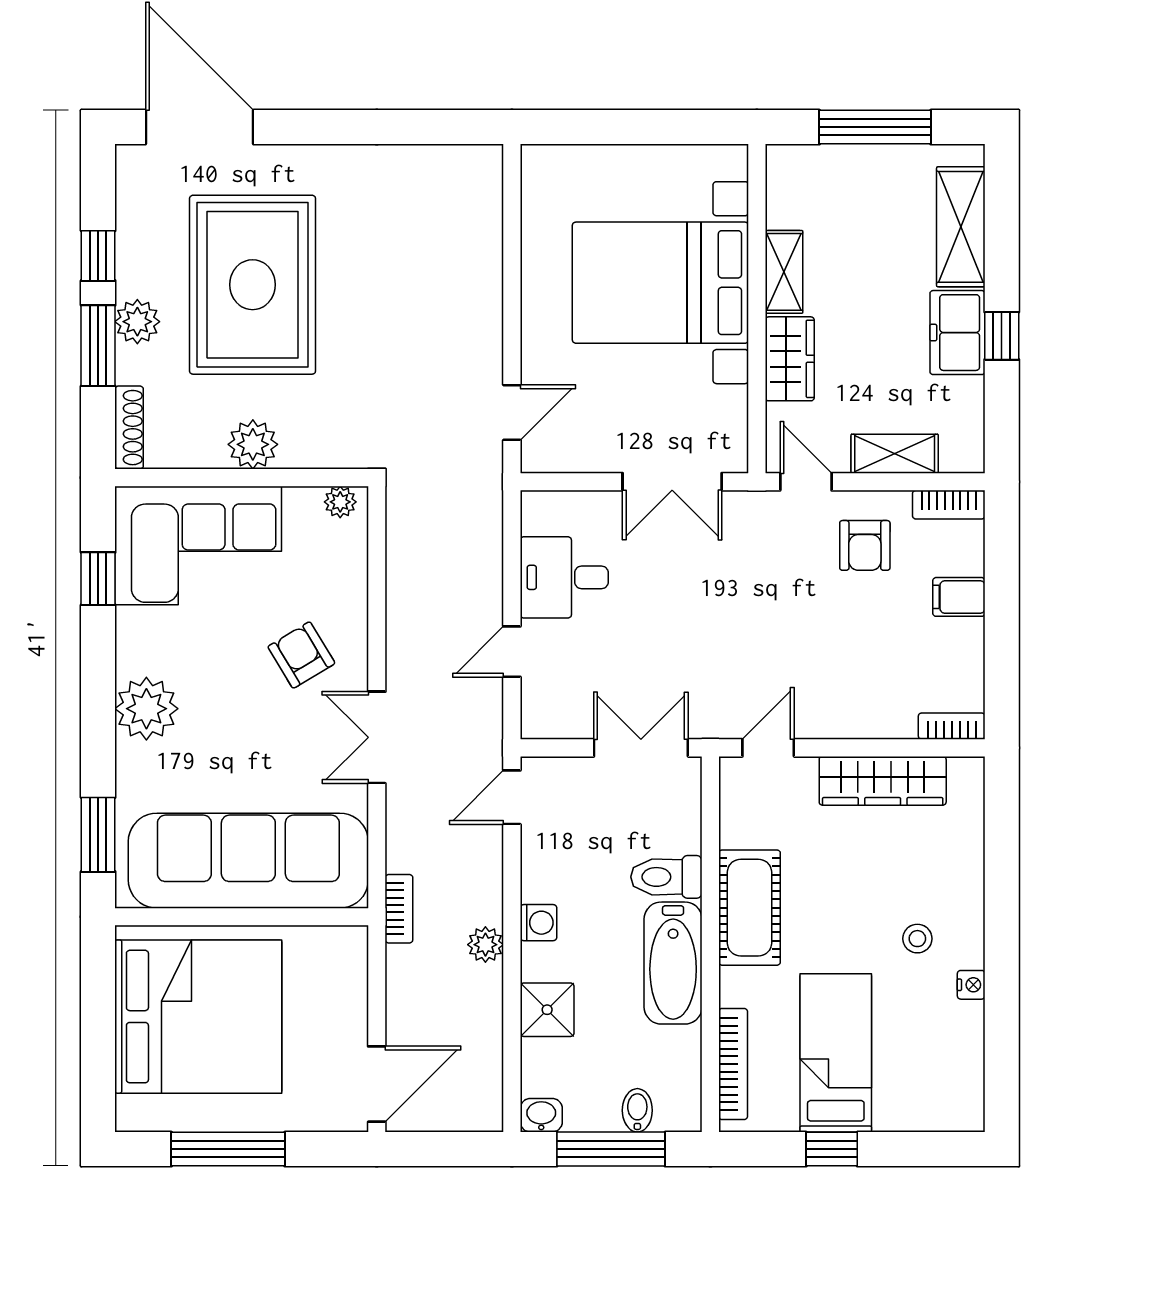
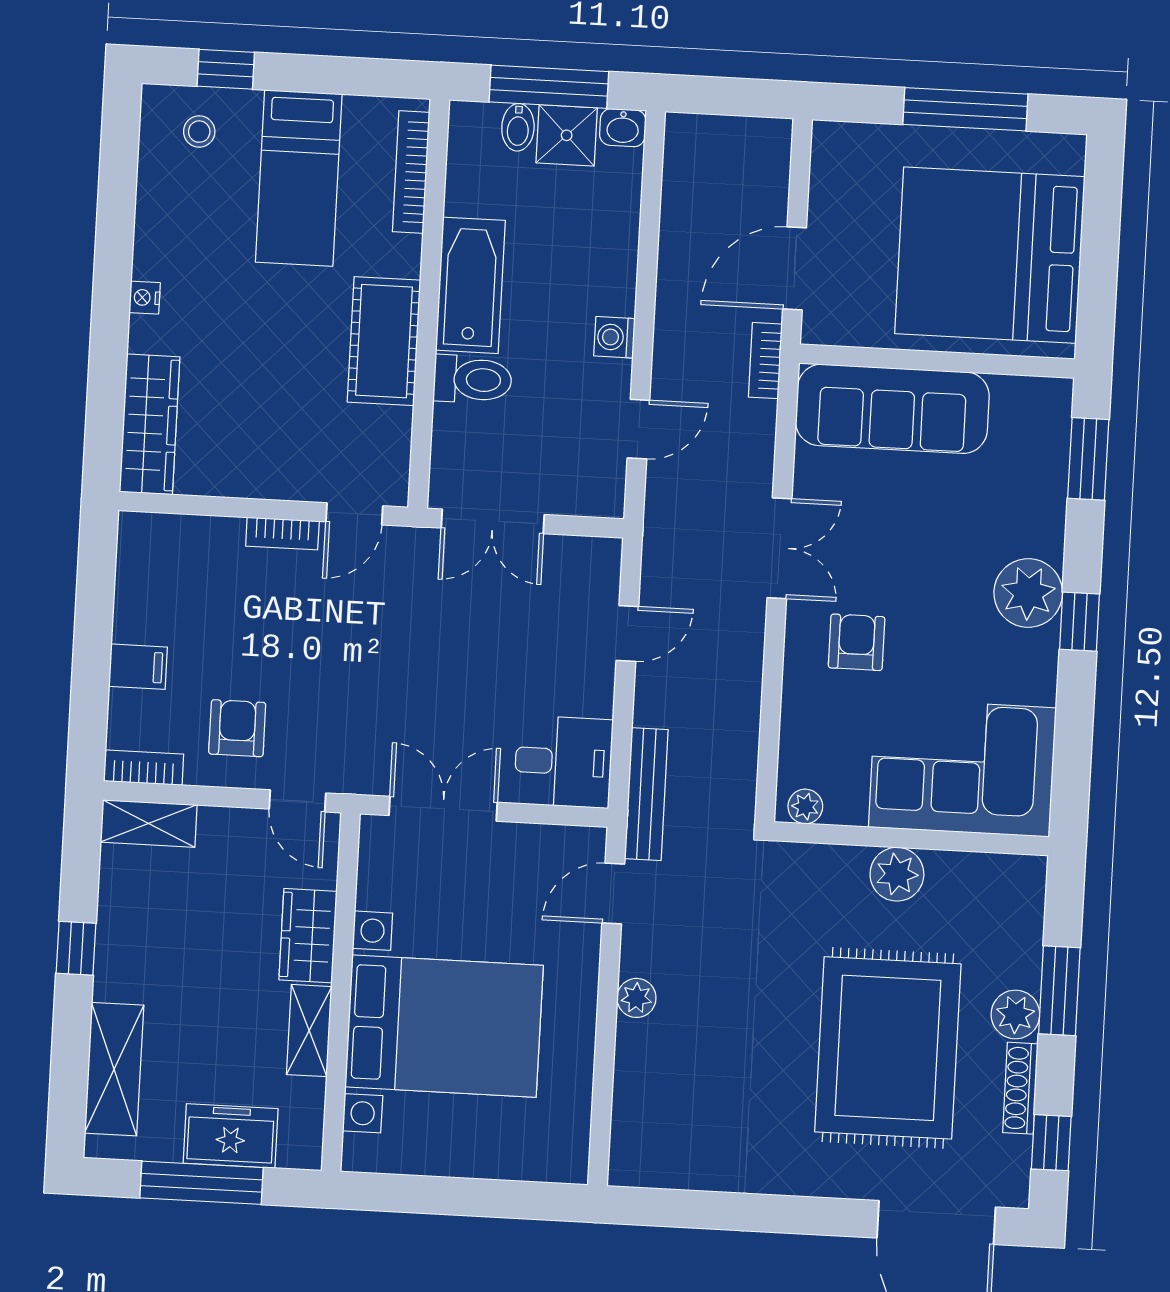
window: (98, 256) -> (1051, 1143), moved
freezer: (957, 333) -> (231, 1136), moved, turned -90
shoe rack: (129, 428) -> (1020, 1088), moved
shelving: (895, 454) -> (149, 823), moved
bench: (487, 505) -> (646, 794), added
desk: (564, 577) -> (563, 762), moved
window: (98, 579) -> (1079, 622), moved
armchair: (301, 655) -> (857, 642), turned -149
bookcase: (952, 726) -> (282, 534), moved
wardrobe: (883, 781) -> (150, 424), moved, turned 90
door: (512, 797) -> (638, 429), moved
sofa: (248, 861) -> (892, 409), width x0.74, depth x0.79
stool: (917, 939) -> (199, 132), moved
plant: (485, 945) -> (636, 998), moved
nightstand: (971, 985) -> (145, 298), moved
shower: (547, 1010) -> (567, 135), moved
door: (377, 1084) -> (795, 268), moved
window: (832, 1149) -> (226, 69), moved

